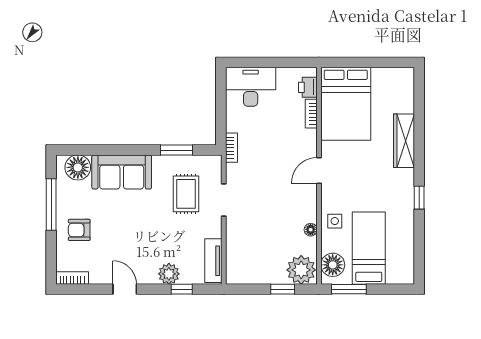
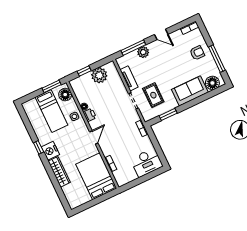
printer: (308, 87) -> (90, 115), moved
nightstand: (402, 183) -> (50, 151), added
tv unit: (213, 261) -> (129, 78), moved
plant: (301, 270) -> (99, 75), moved
window: (182, 289) -> (133, 48), width x2.17

